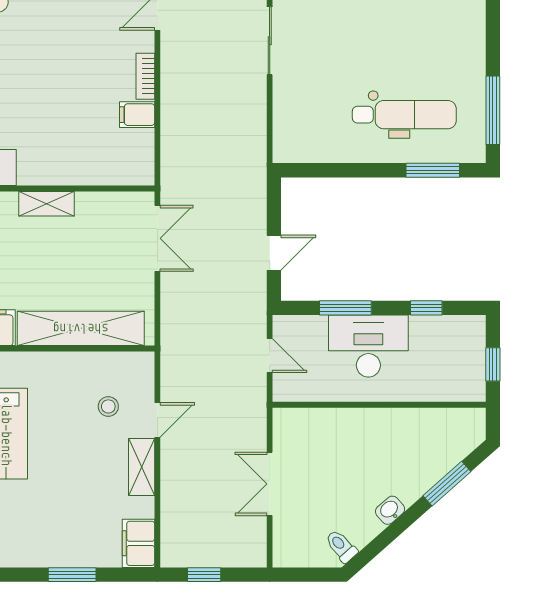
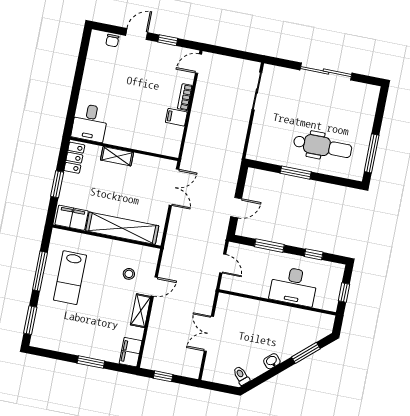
window: (433, 170) -> (296, 173), moved
desk: (368, 346) -> (294, 286), moved, turned 180

